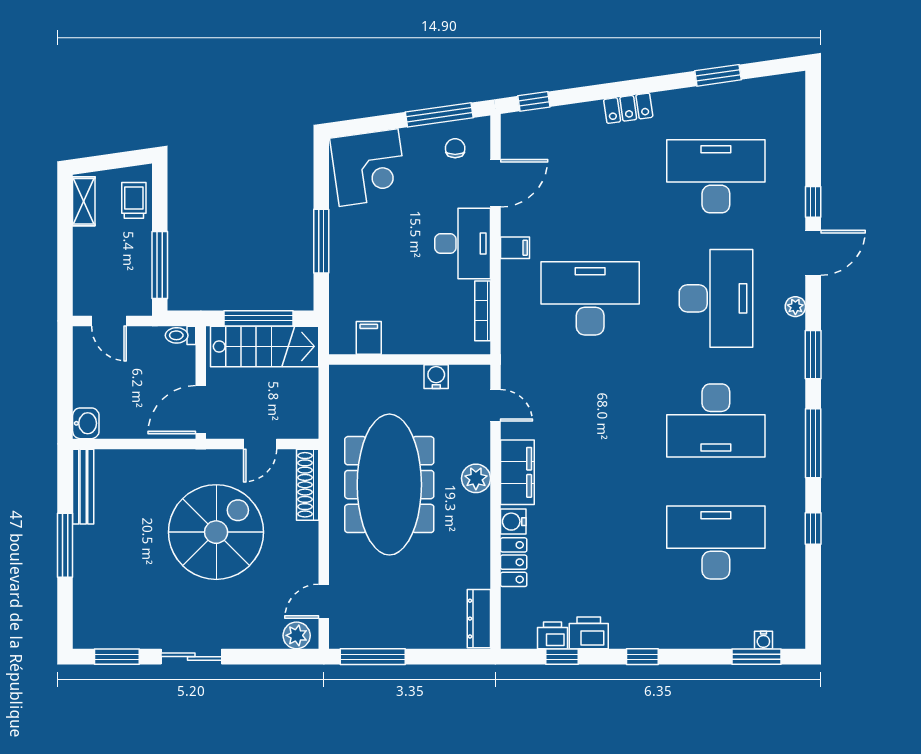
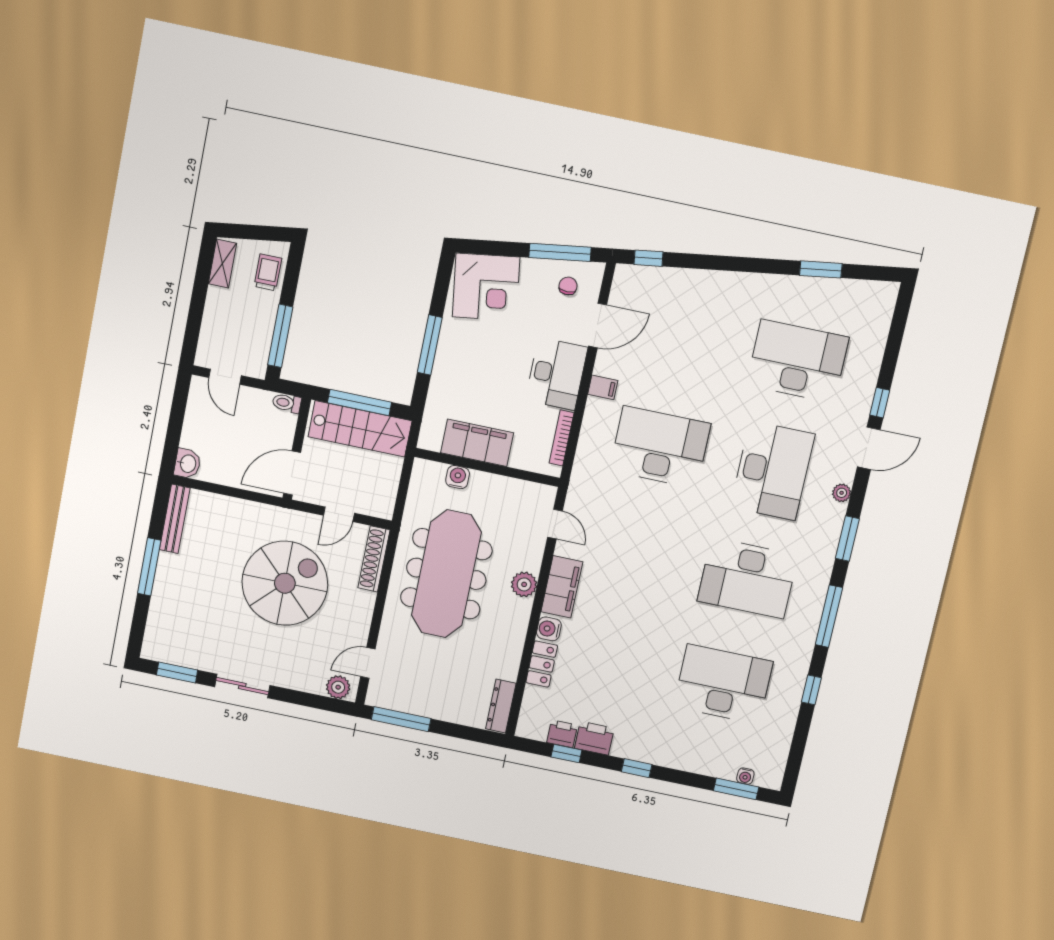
locker: (628, 108) -> (733, 282), removed
filing cabinet: (369, 338) -> (477, 443), width x3.00, depth x1.17
water cooler: (436, 377) -> (458, 477), moved

